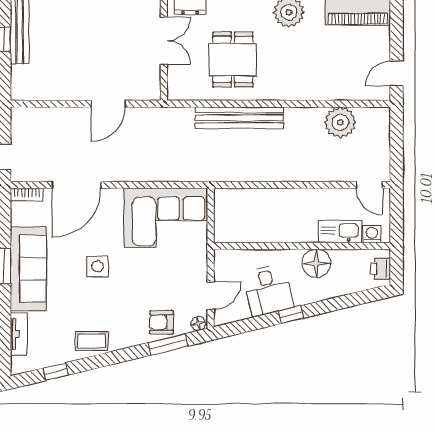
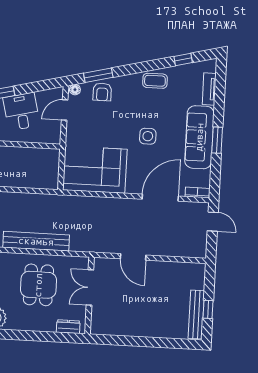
double door: (164, 41) -> (90, 288), moved
door: (108, 104) -> (133, 257), swing flipped
armchair: (162, 322) -> (102, 92), turned 90

